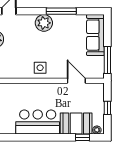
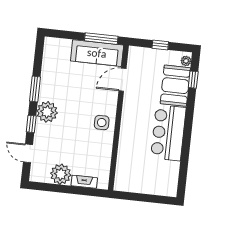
window: (33, 11) -> (31, 124), added
window: (61, 11) -> (35, 89), width x0.69
sofa: (95, 35) -> (97, 53), moved

